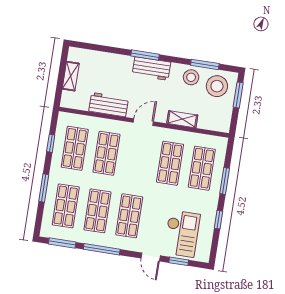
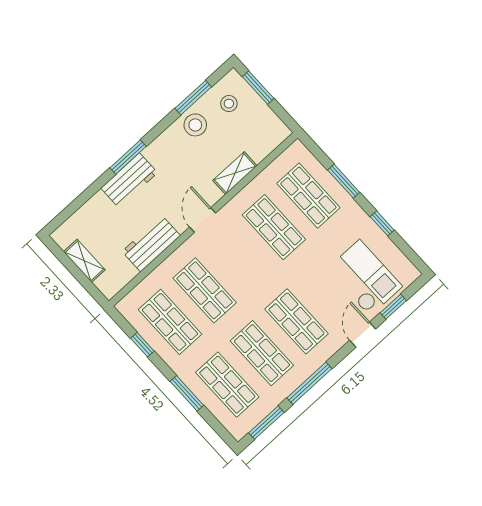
workbench: (151, 69) -> (129, 180), moved
stool: (217, 86) -> (229, 104), width x0.53, depth x0.53
door: (151, 257) -> (363, 335), swing flipped

